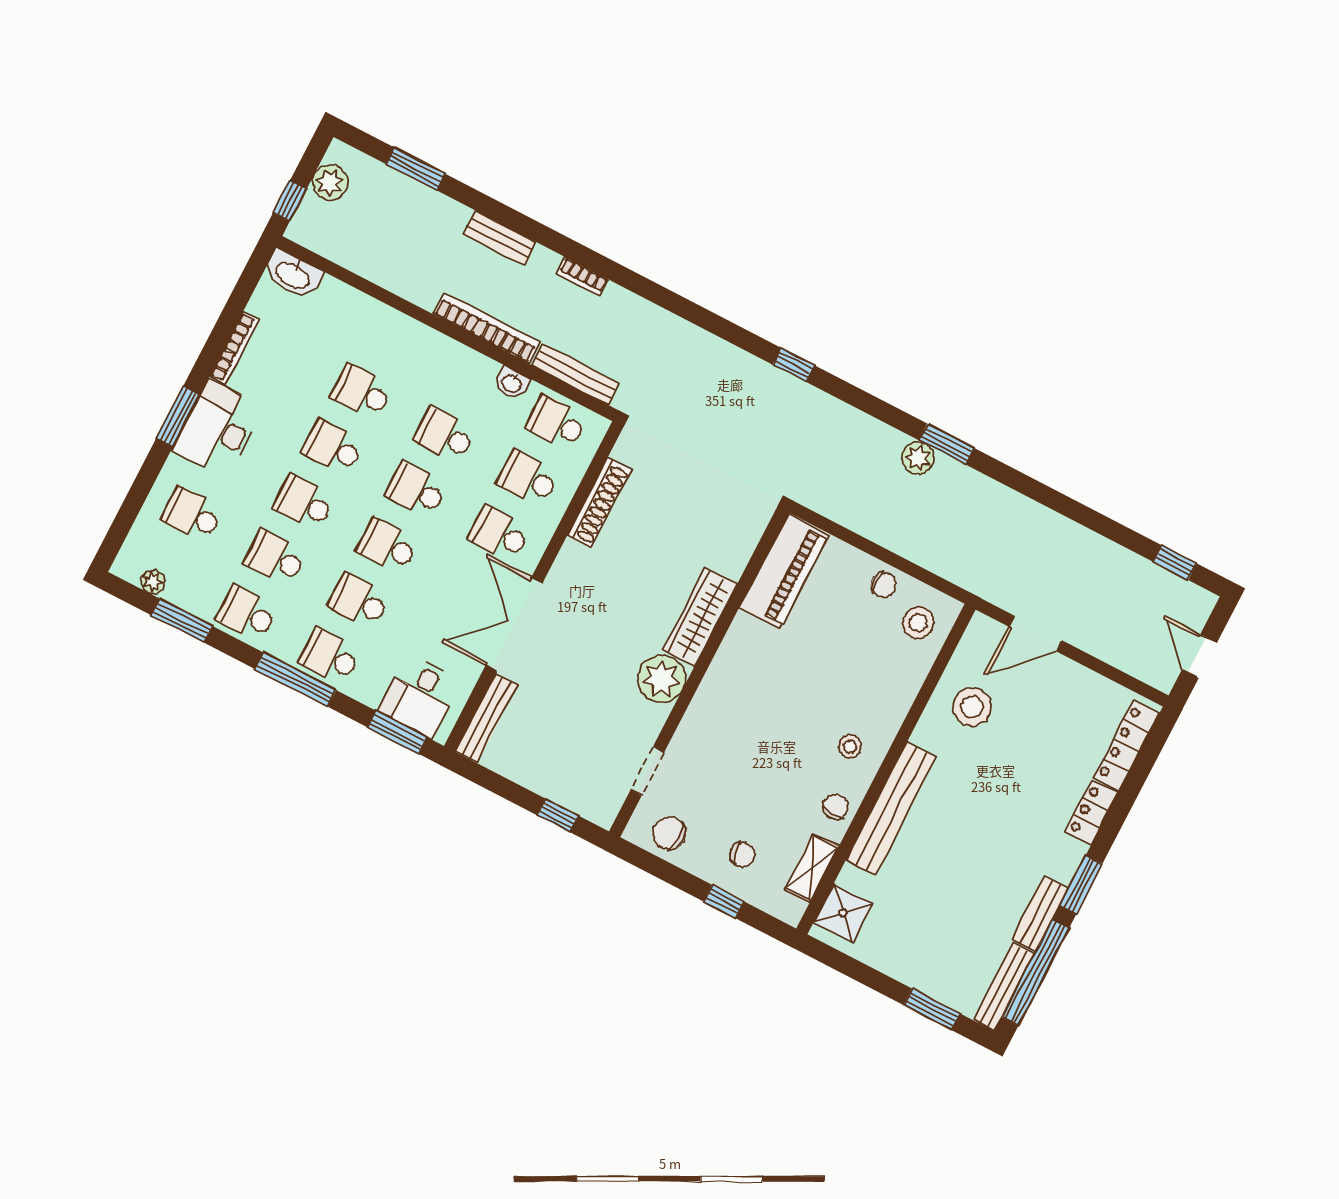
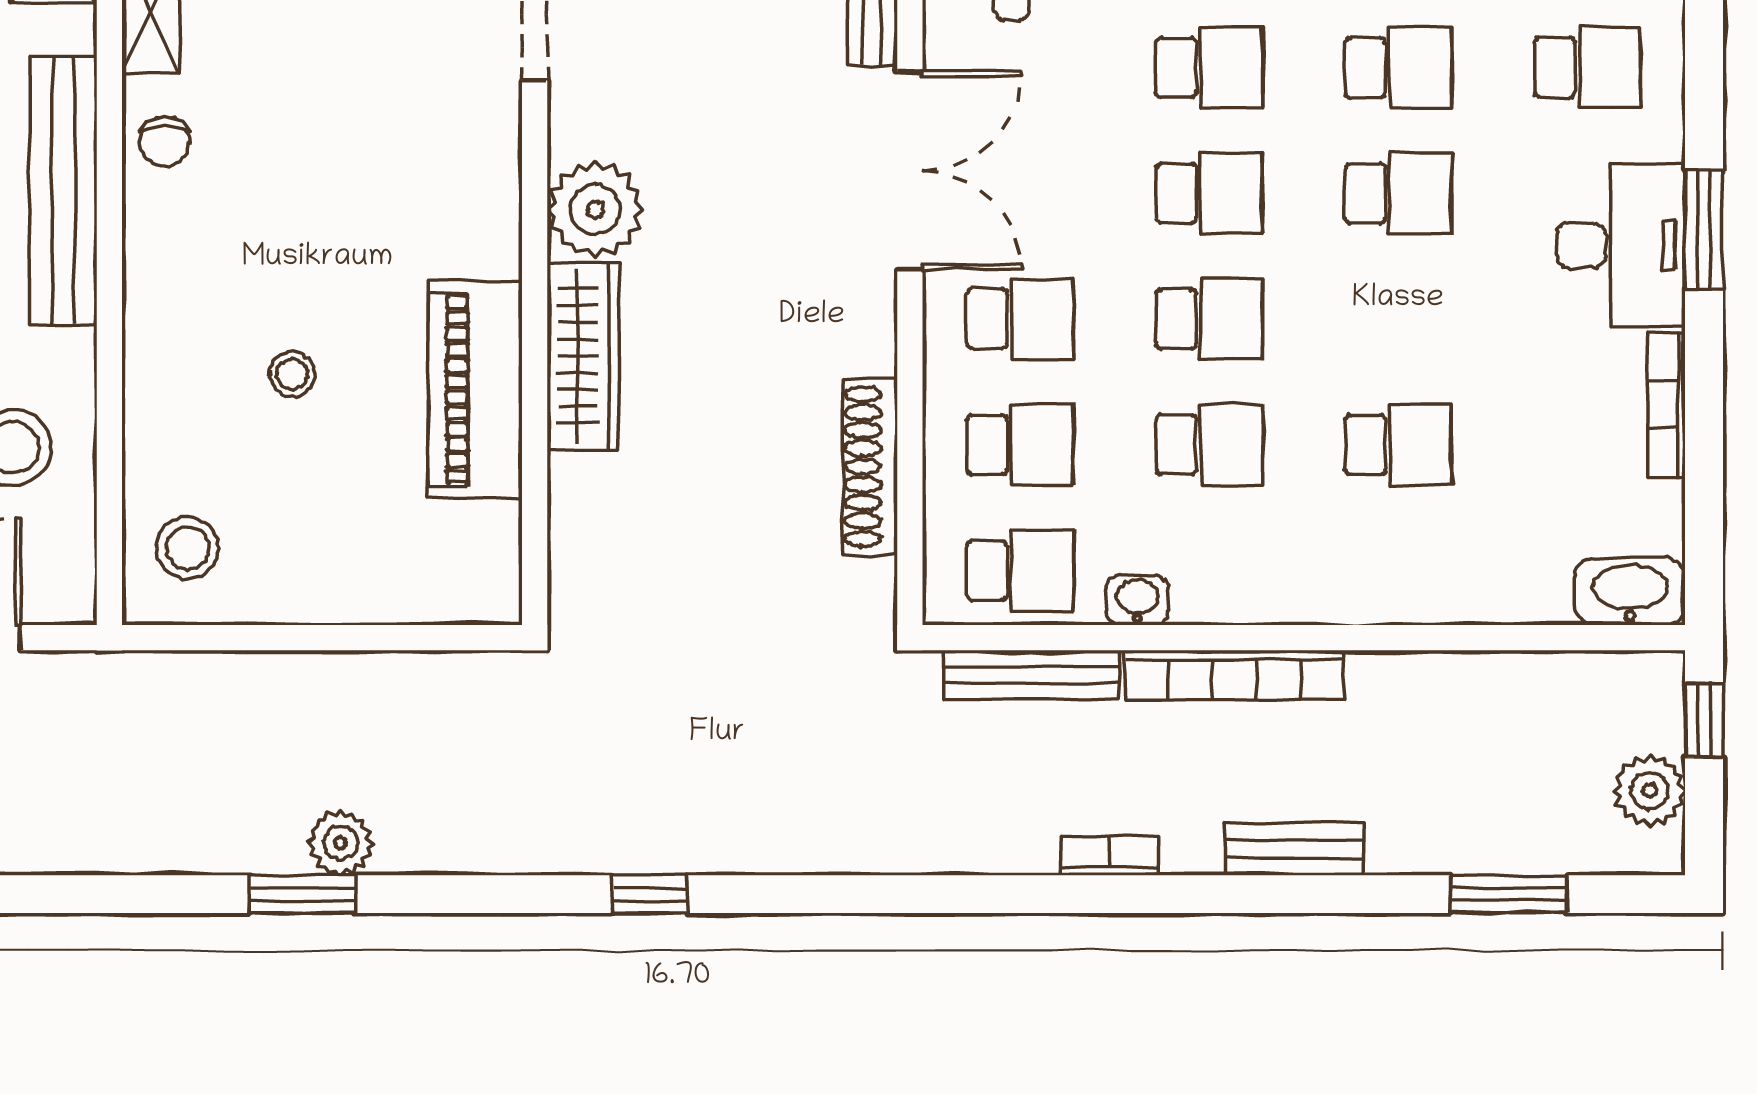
school desk: (333, 447) -> (1398, 319), removed
piano: (784, 571) -> (475, 390), moved
chair: (884, 585) -> (285, 584), removed
stool: (850, 746) -> (292, 374), moved

